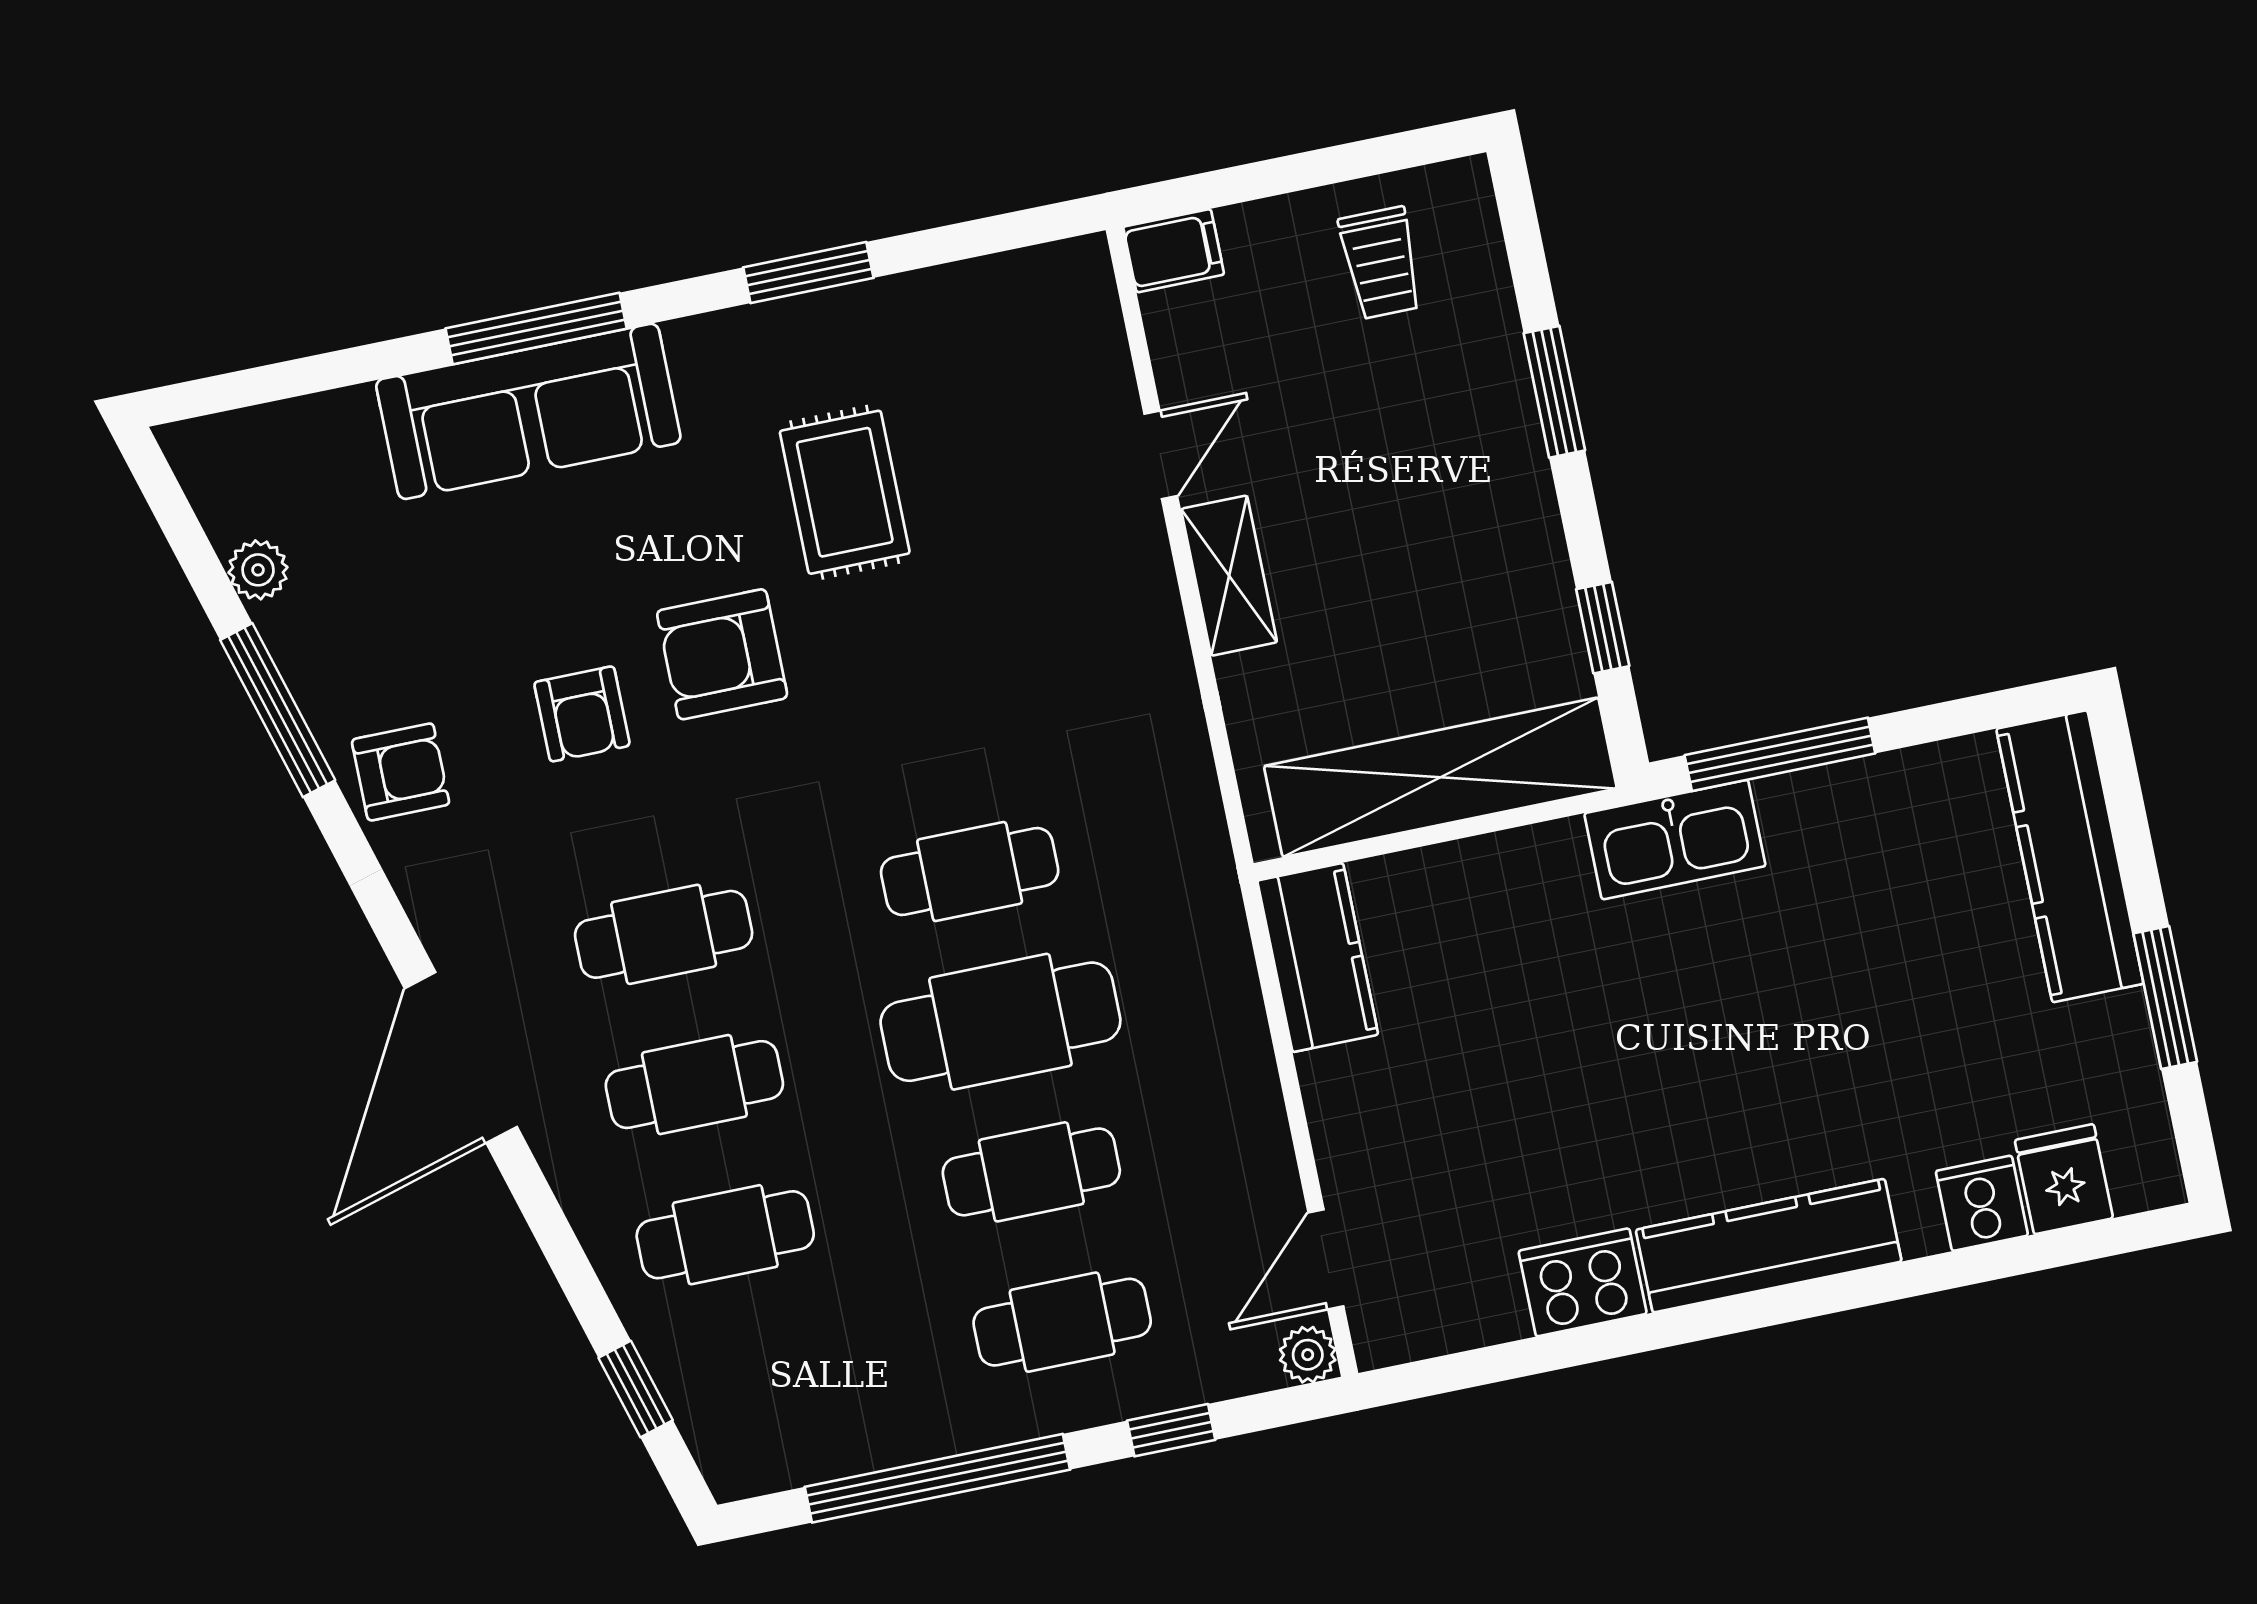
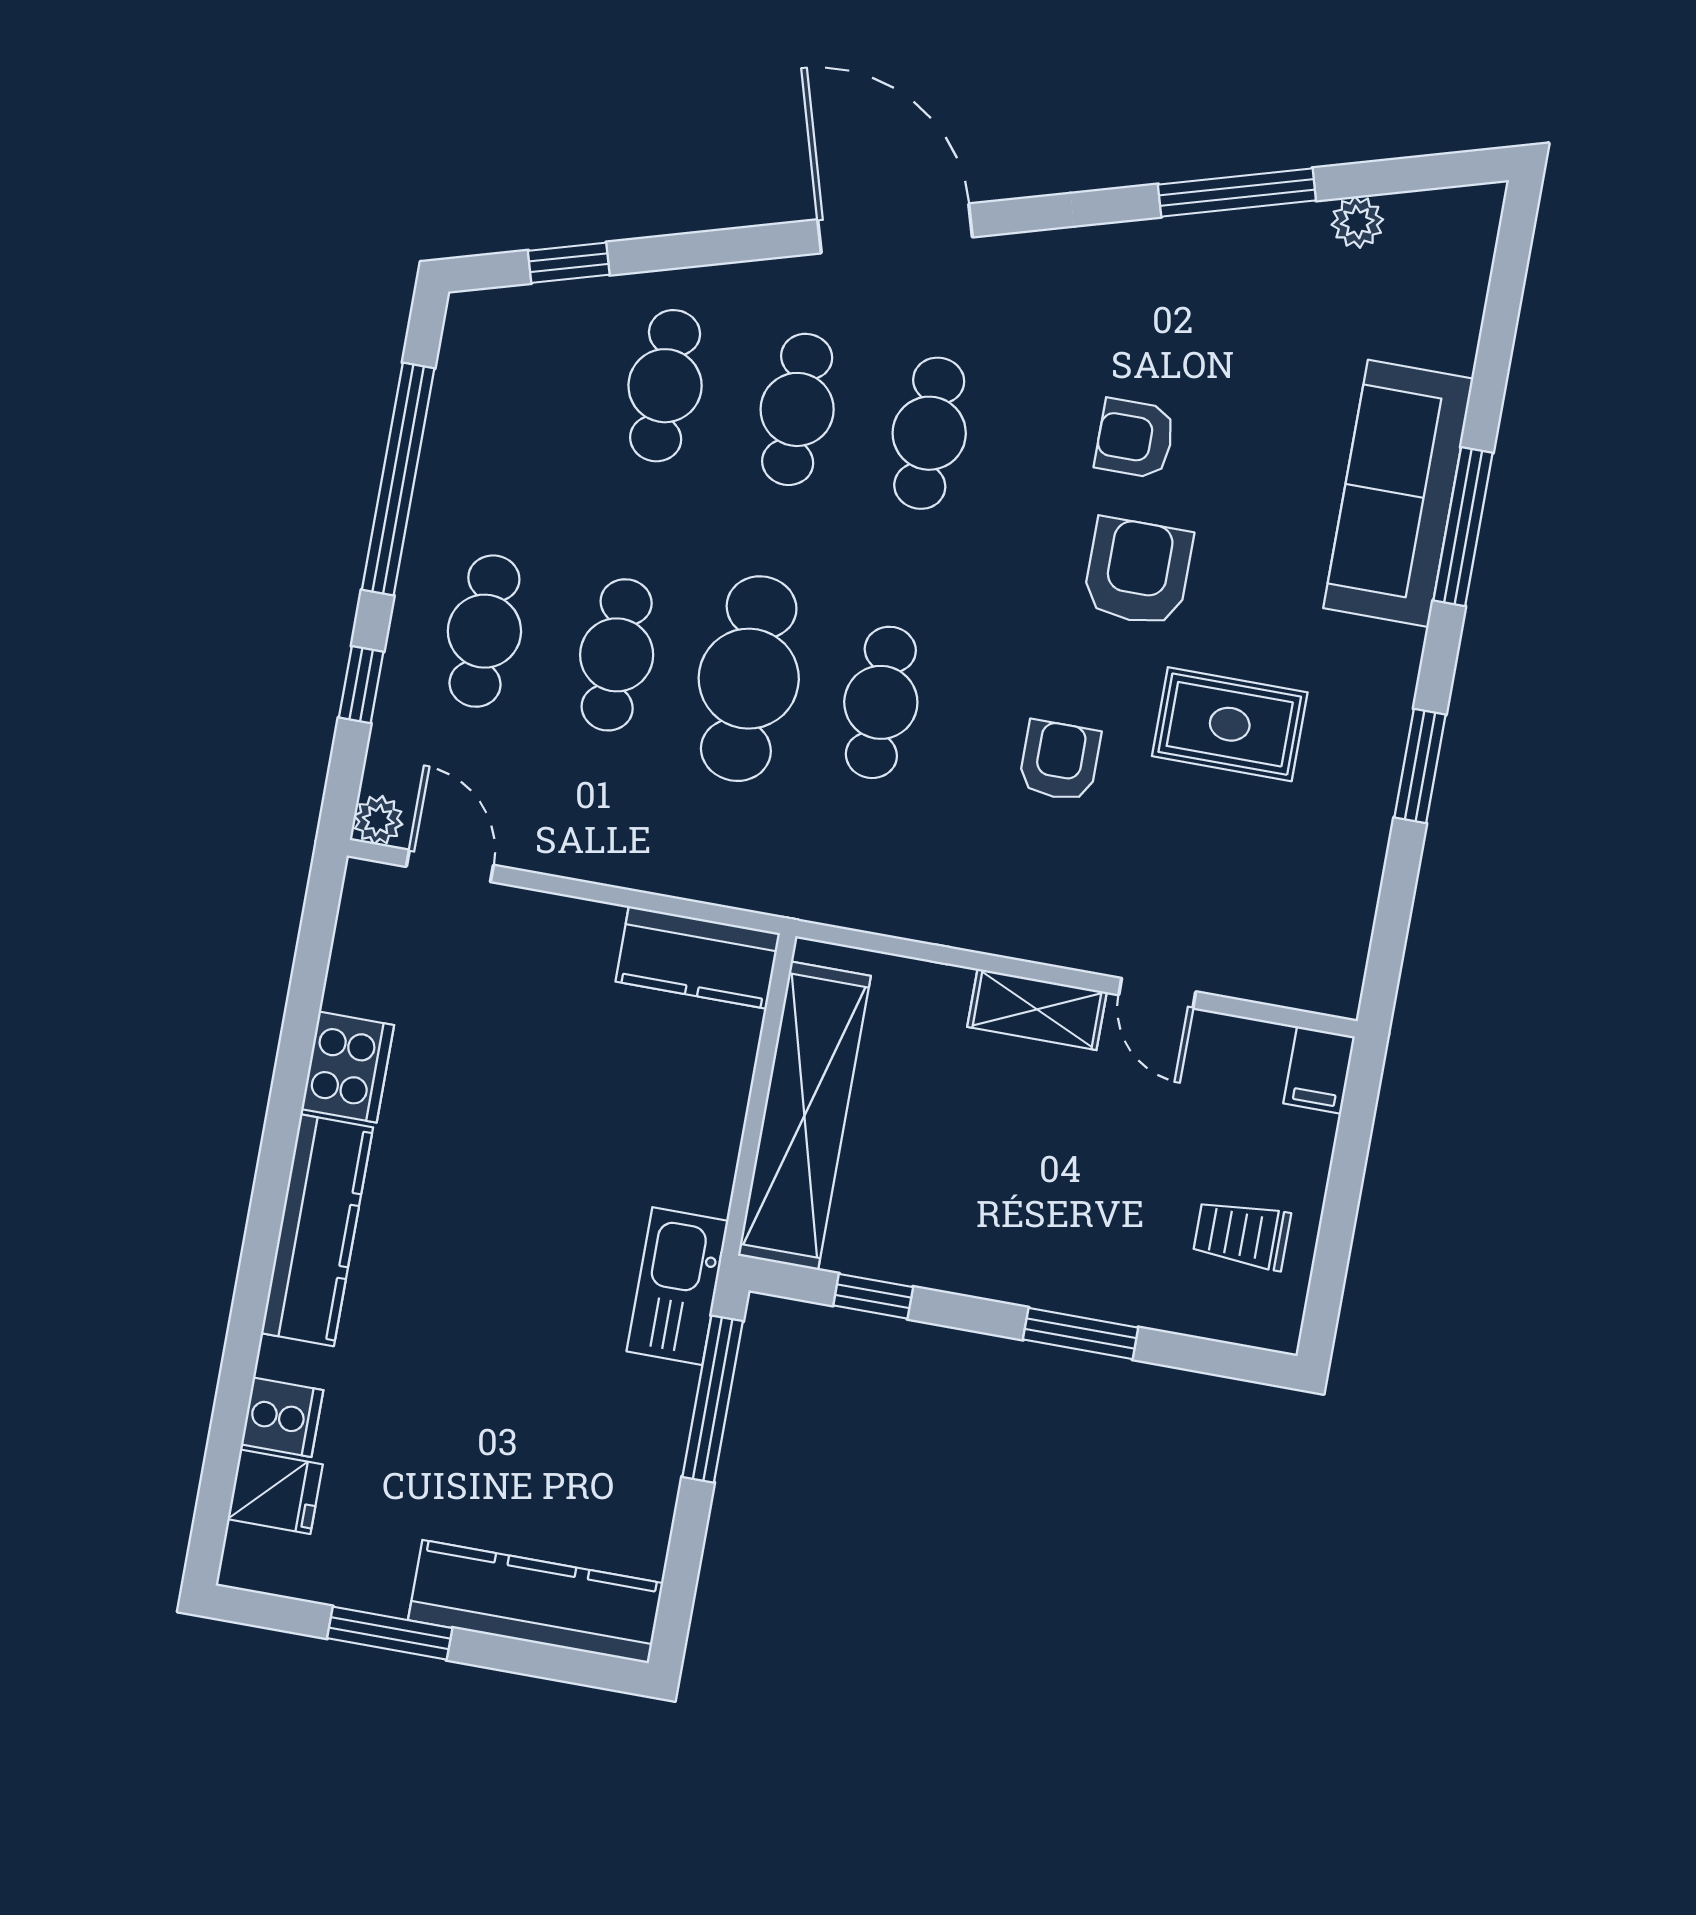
armchair: (401, 772) -> (1060, 761), moved, turned 180

